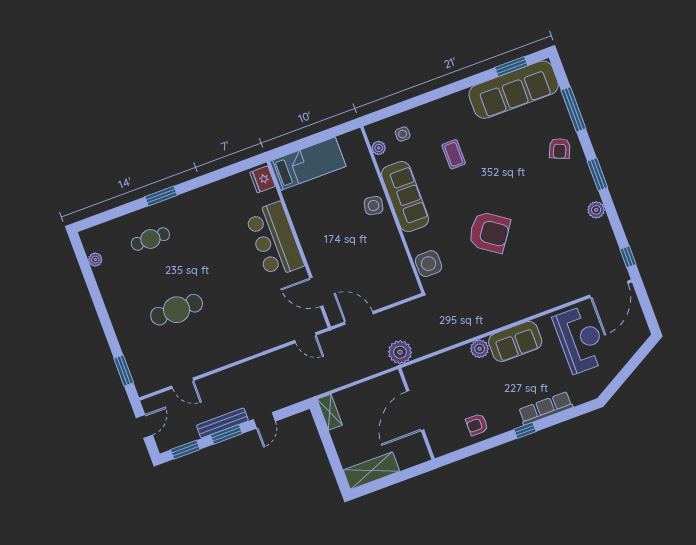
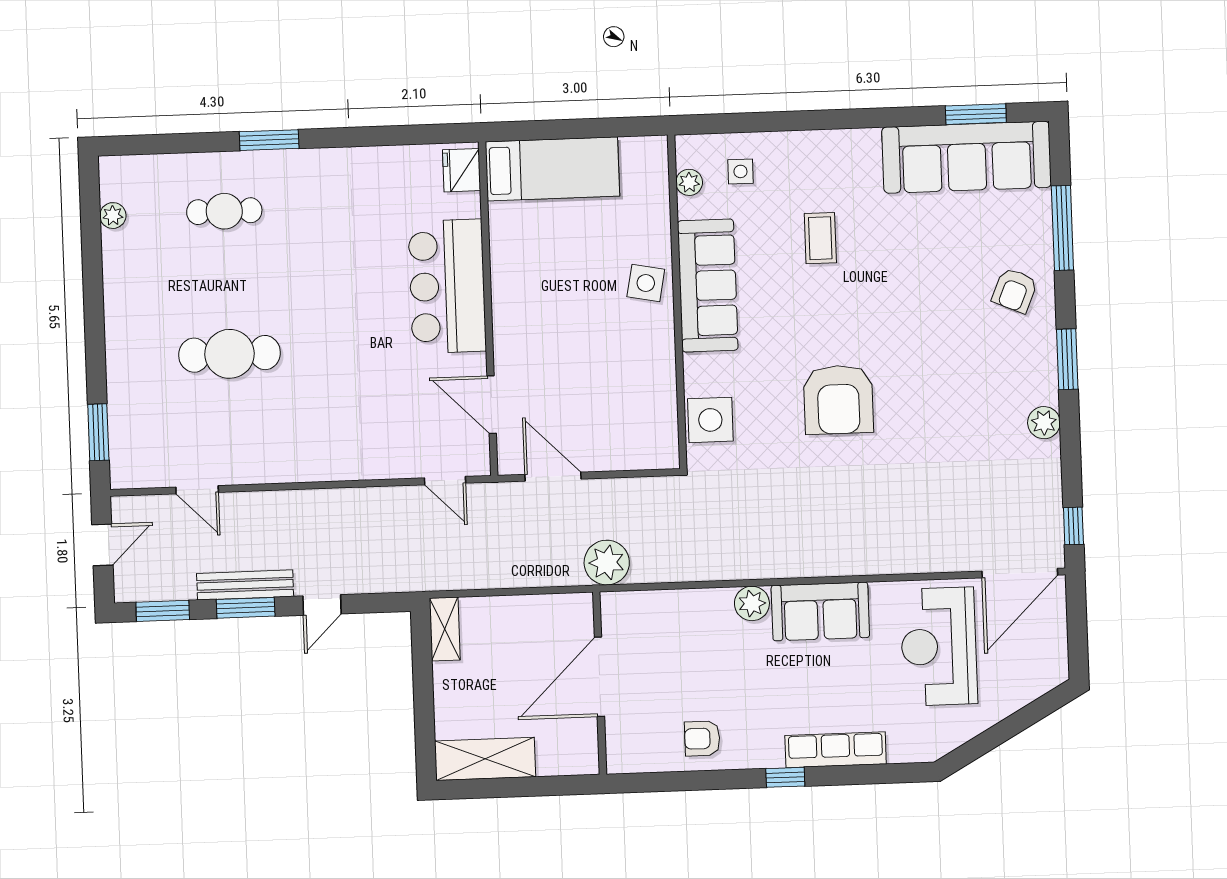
armchair: (489, 232) -> (838, 400), turned 55
reception desk: (580, 339) -> (939, 646), turned 180

